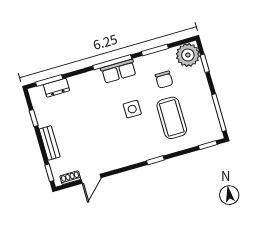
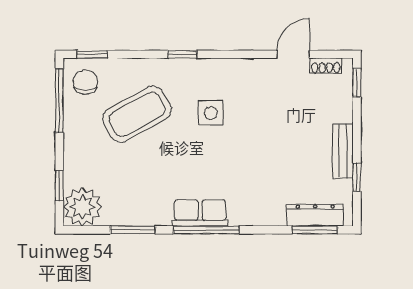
chair: (164, 80) -> (85, 82), moved
dresser: (56, 88) -> (315, 215), width x1.44
side table: (132, 109) -> (211, 113), moved
coffee table: (172, 118) -> (137, 114), turned 61
bench: (50, 143) -> (343, 151), moved

